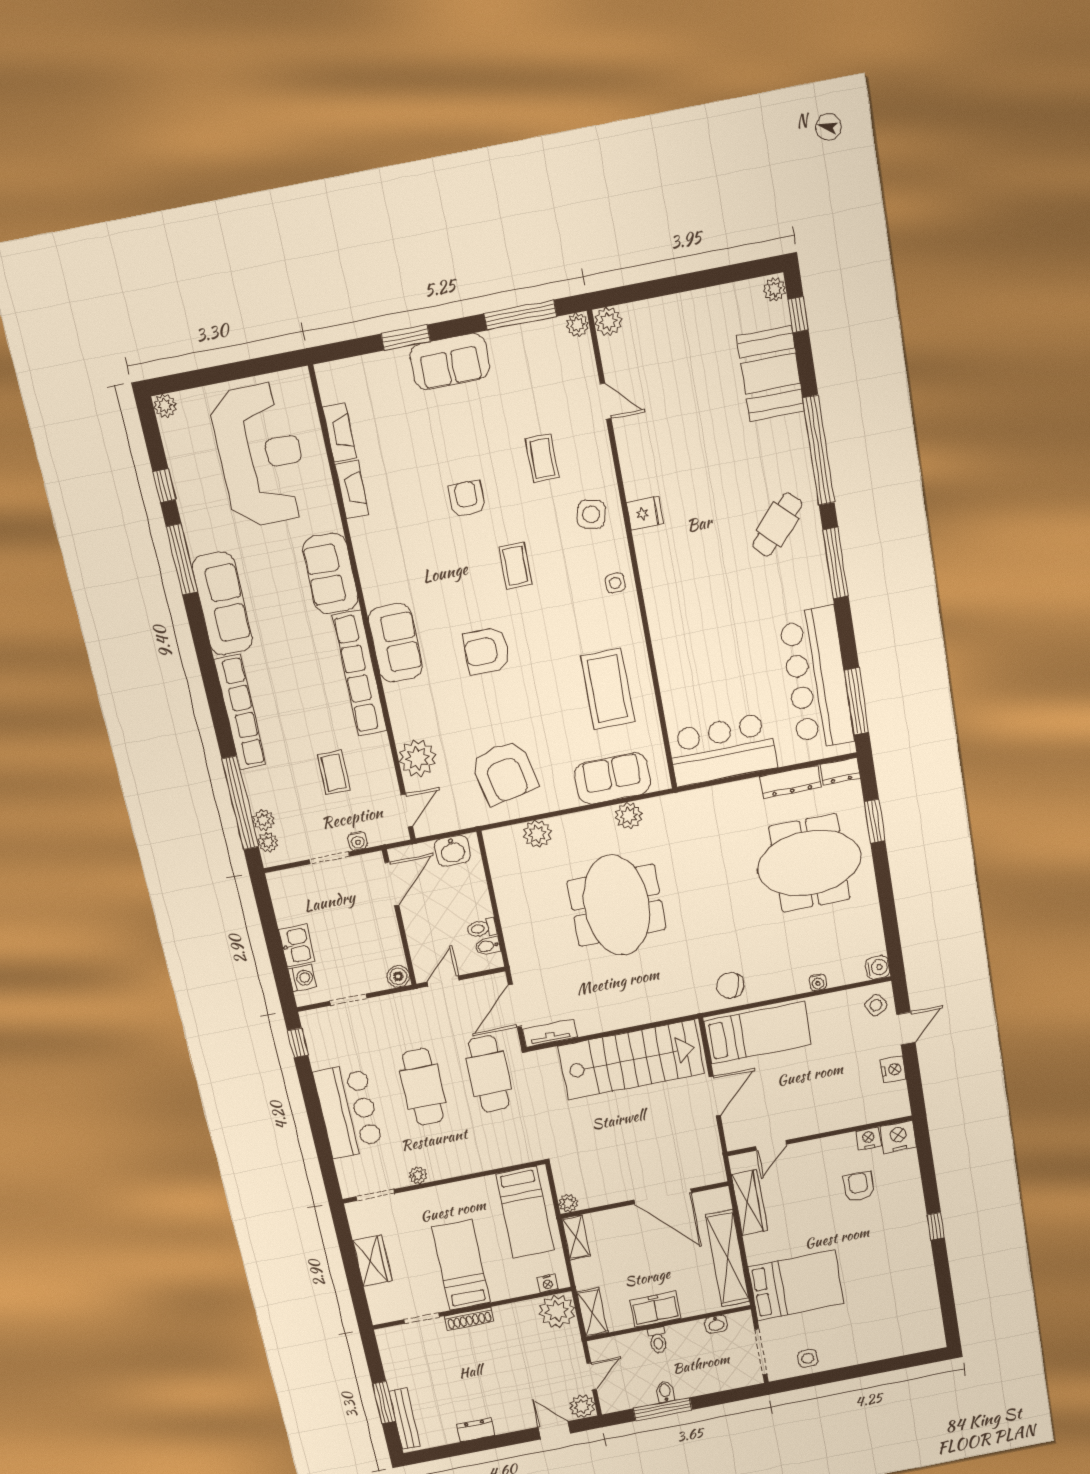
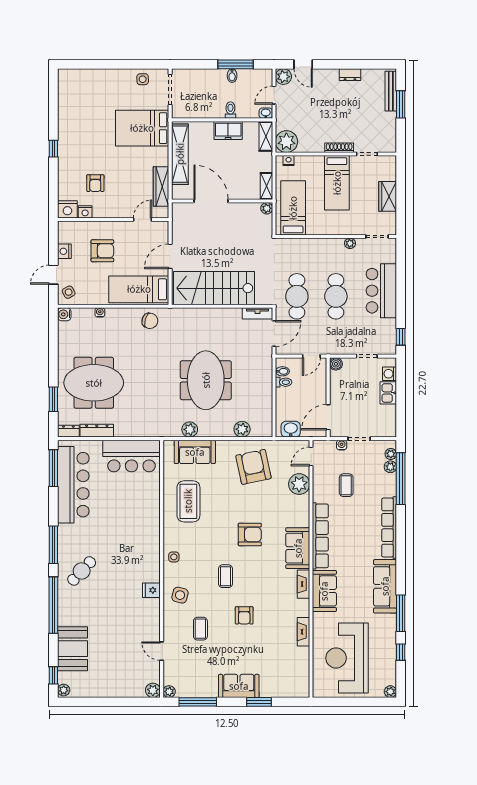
fireplace: (340, 432) -> (303, 584), moved
armchair: (830, 1083) -> (102, 251), added
washbasin: (716, 1324) -> (266, 113), moved

